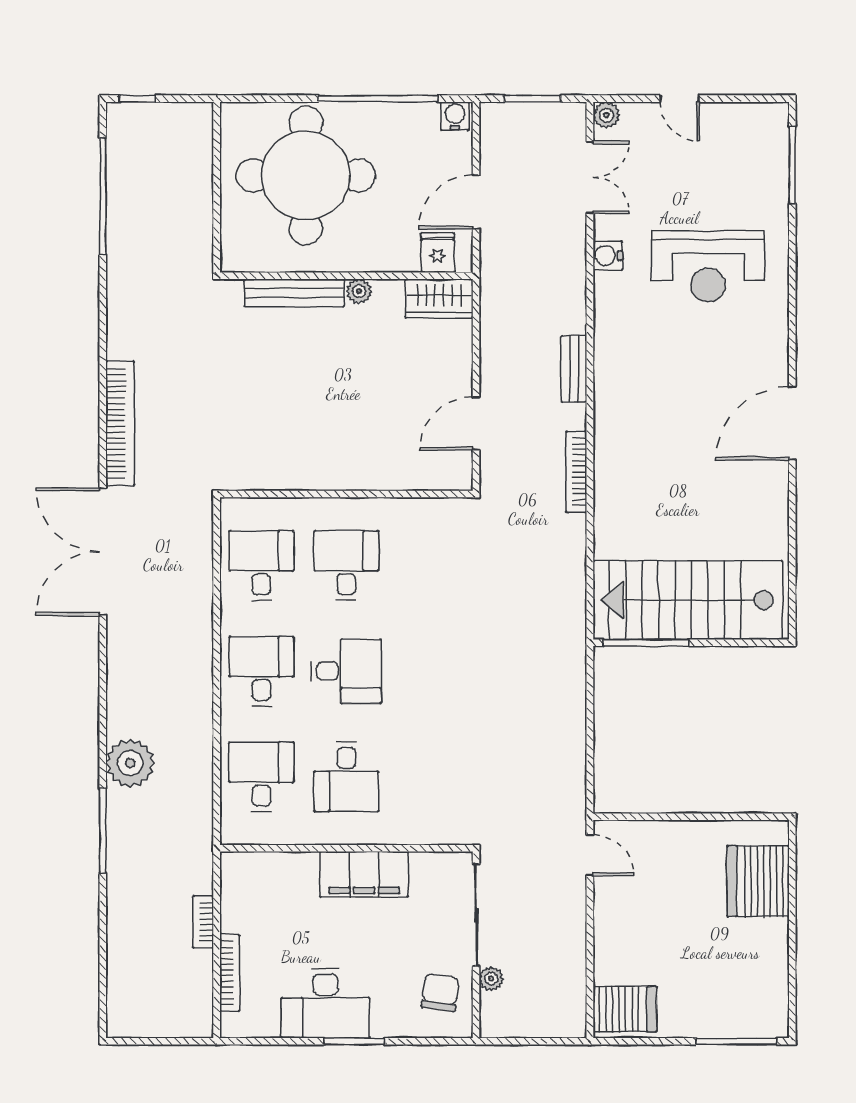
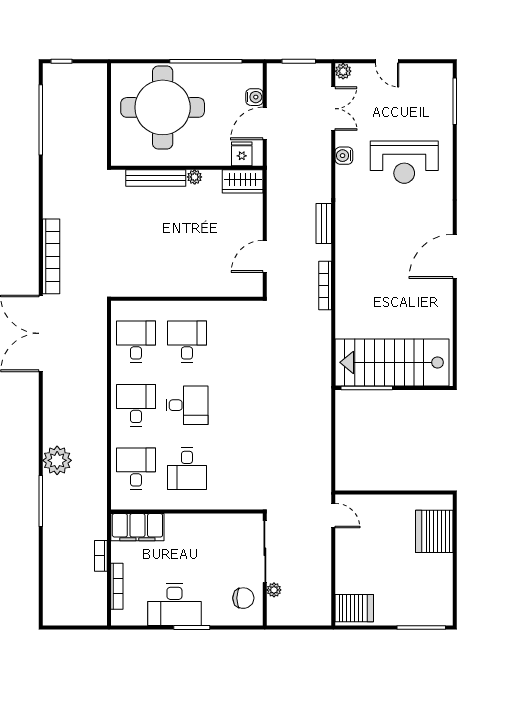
water cooler: (455, 116) -> (254, 97), moved, turned 90
filing cabinet: (364, 874) -> (137, 527), moved
chair: (440, 992) -> (243, 598), turned 82

